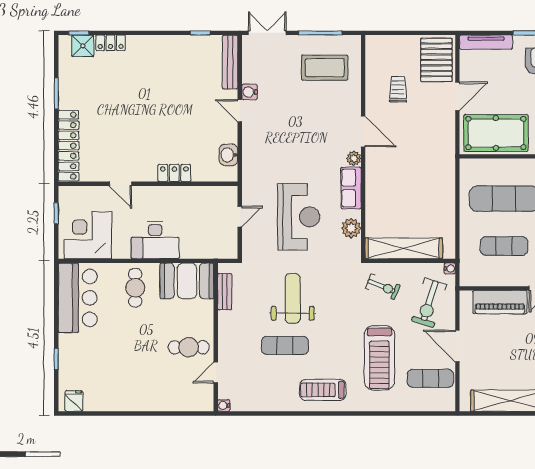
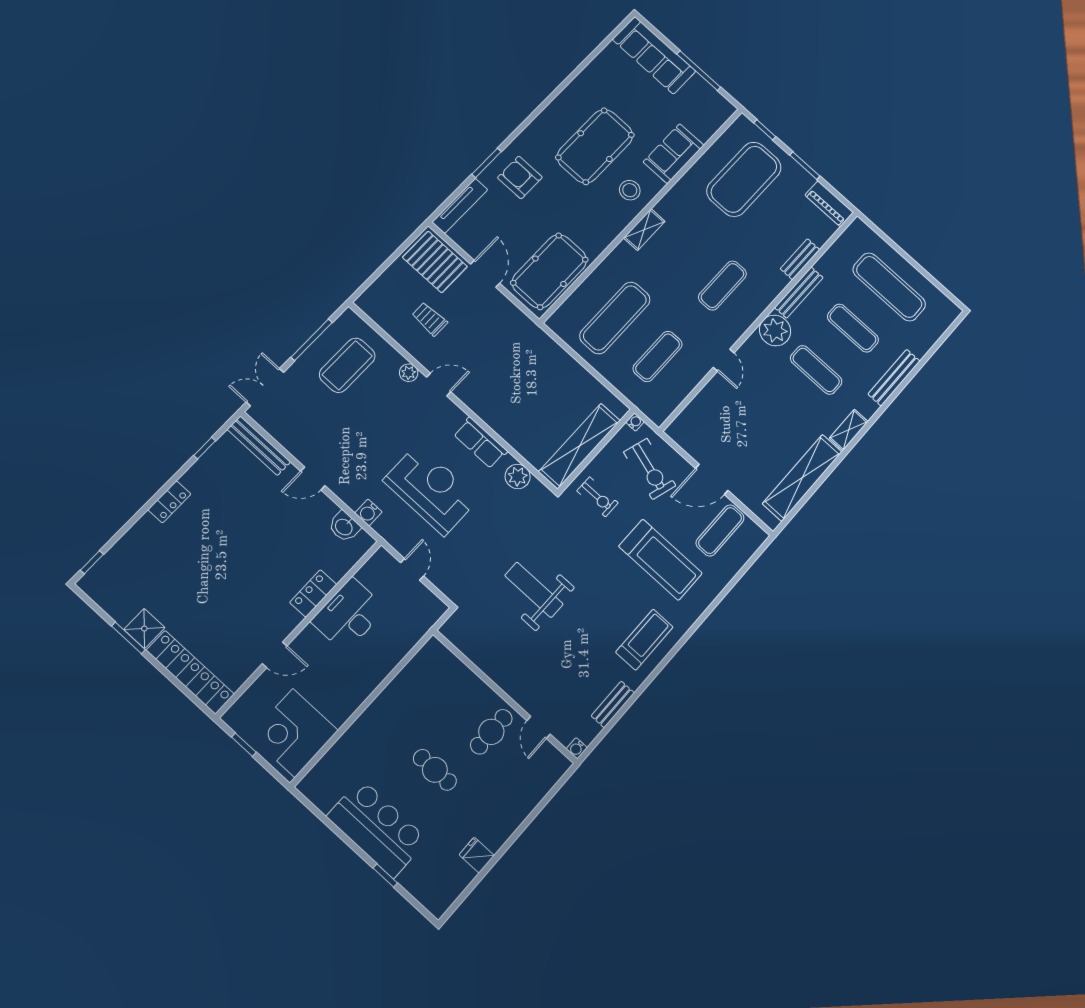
locker: (111, 43) -> (169, 502), moved
shower: (83, 46) -> (144, 629), moved
water cooler: (249, 92) -> (368, 512), moved
door: (363, 131) -> (439, 385), width x0.73
plant: (354, 158) -> (409, 373), moved
reception desk: (299, 217) -> (431, 490), moved
desk: (155, 240) -> (349, 615), moved, turned 180
booth: (187, 281) -> (427, 675), removed
exercise bike: (383, 287) -> (598, 497), turned 68
cafe table: (135, 288) -> (435, 770), moved
bench: (225, 292) -> (613, 704), moved, turned 90
bar counter: (78, 298) -> (377, 828), moved
piano: (500, 302) -> (705, 406), removed
exercise mat: (285, 345) -> (571, 637), removed
treadmill: (323, 390) -> (644, 640), turned 180
fridge: (74, 401) -> (477, 855), moved

